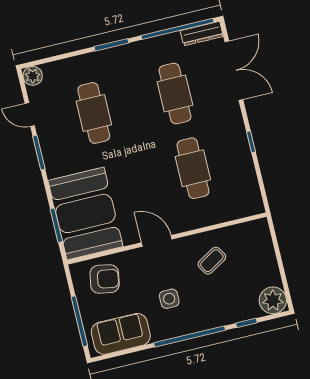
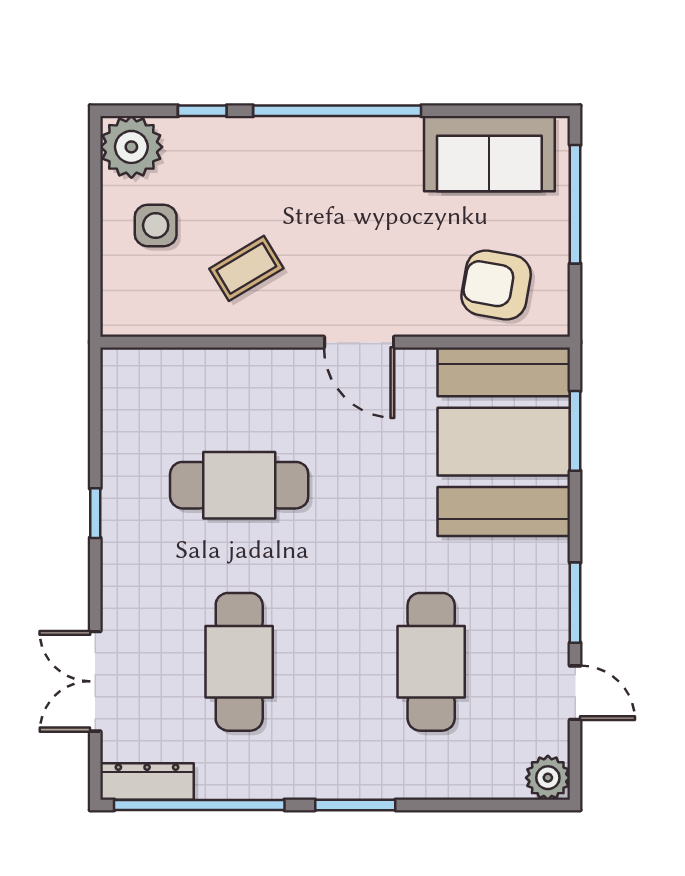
double door: (234, 71) -> (95, 681), width x0.73
cafe table: (193, 168) -> (239, 485), turned 90
side table: (169, 299) -> (156, 225), moved

